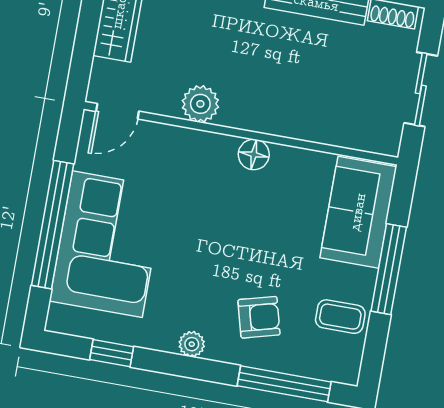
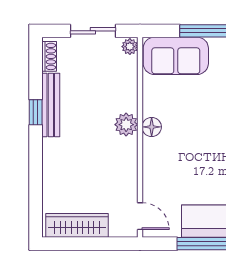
plant: (200, 104) -> (126, 125), moved
plant: (386, 143) -> (130, 47), added

